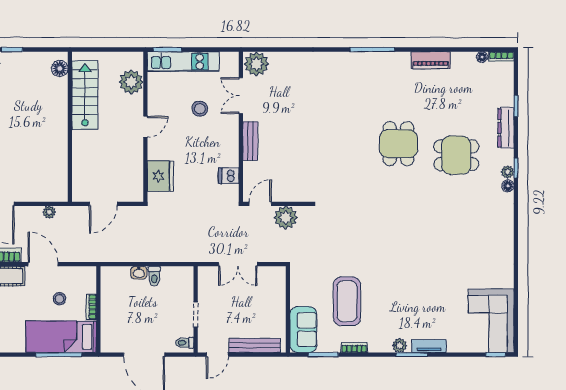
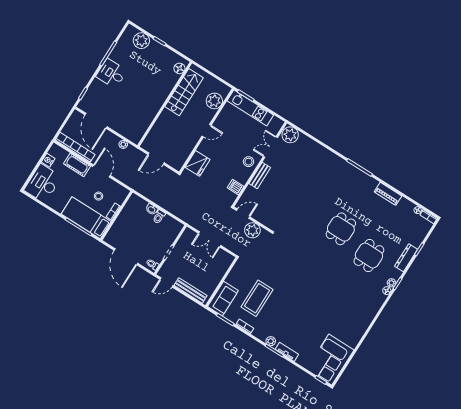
stool: (200, 109) -> (249, 162), moved
dining table: (456, 155) -> (369, 256), turned 90

